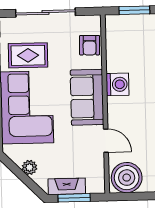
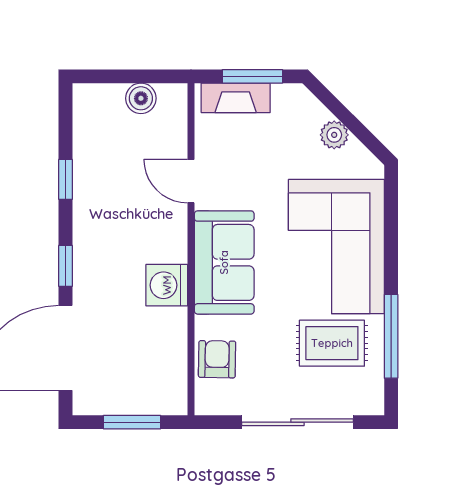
boiler: (127, 178) -> (141, 98), width x0.54, depth x0.54
fireplace: (67, 186) -> (236, 98), moved

